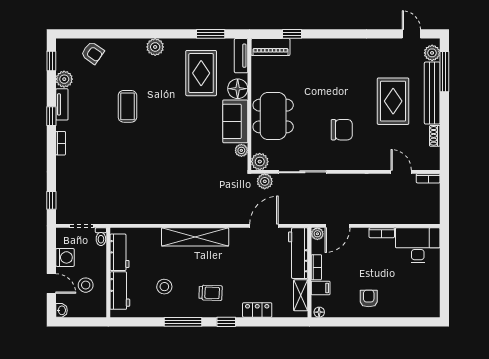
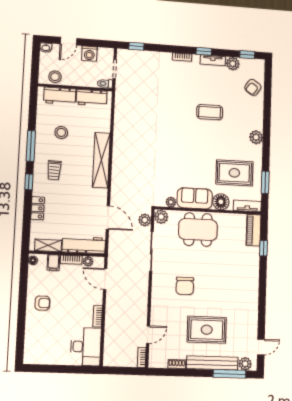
plant: (317, 234) -> (88, 261), moved
stool: (86, 285) -> (55, 77), moved

